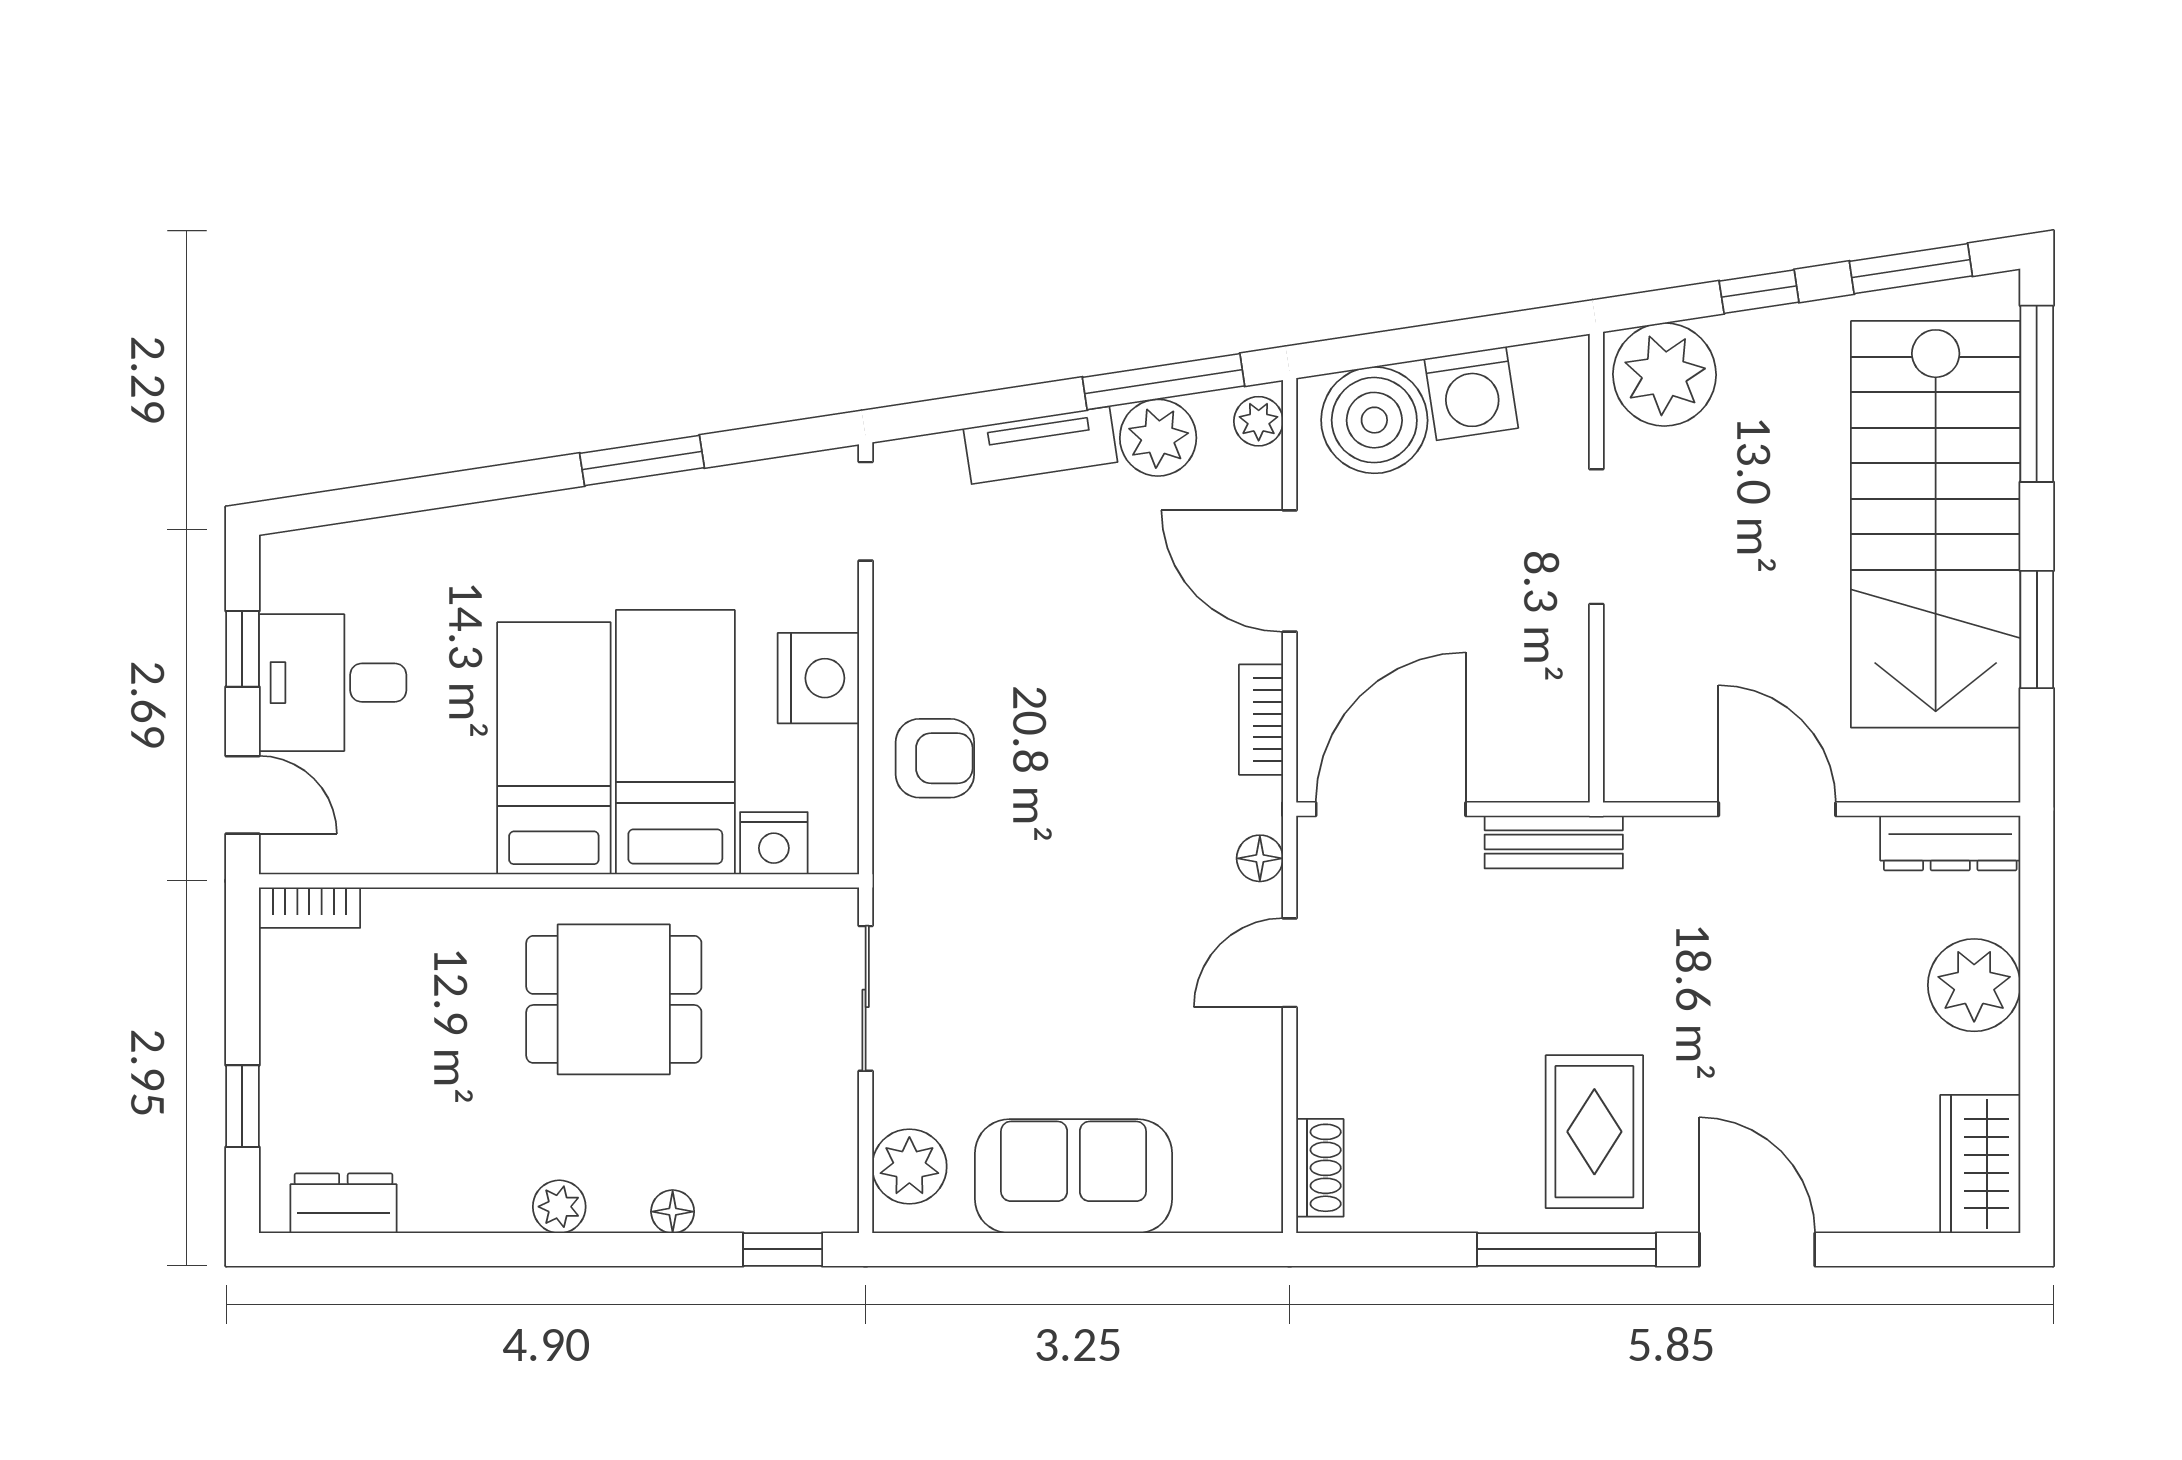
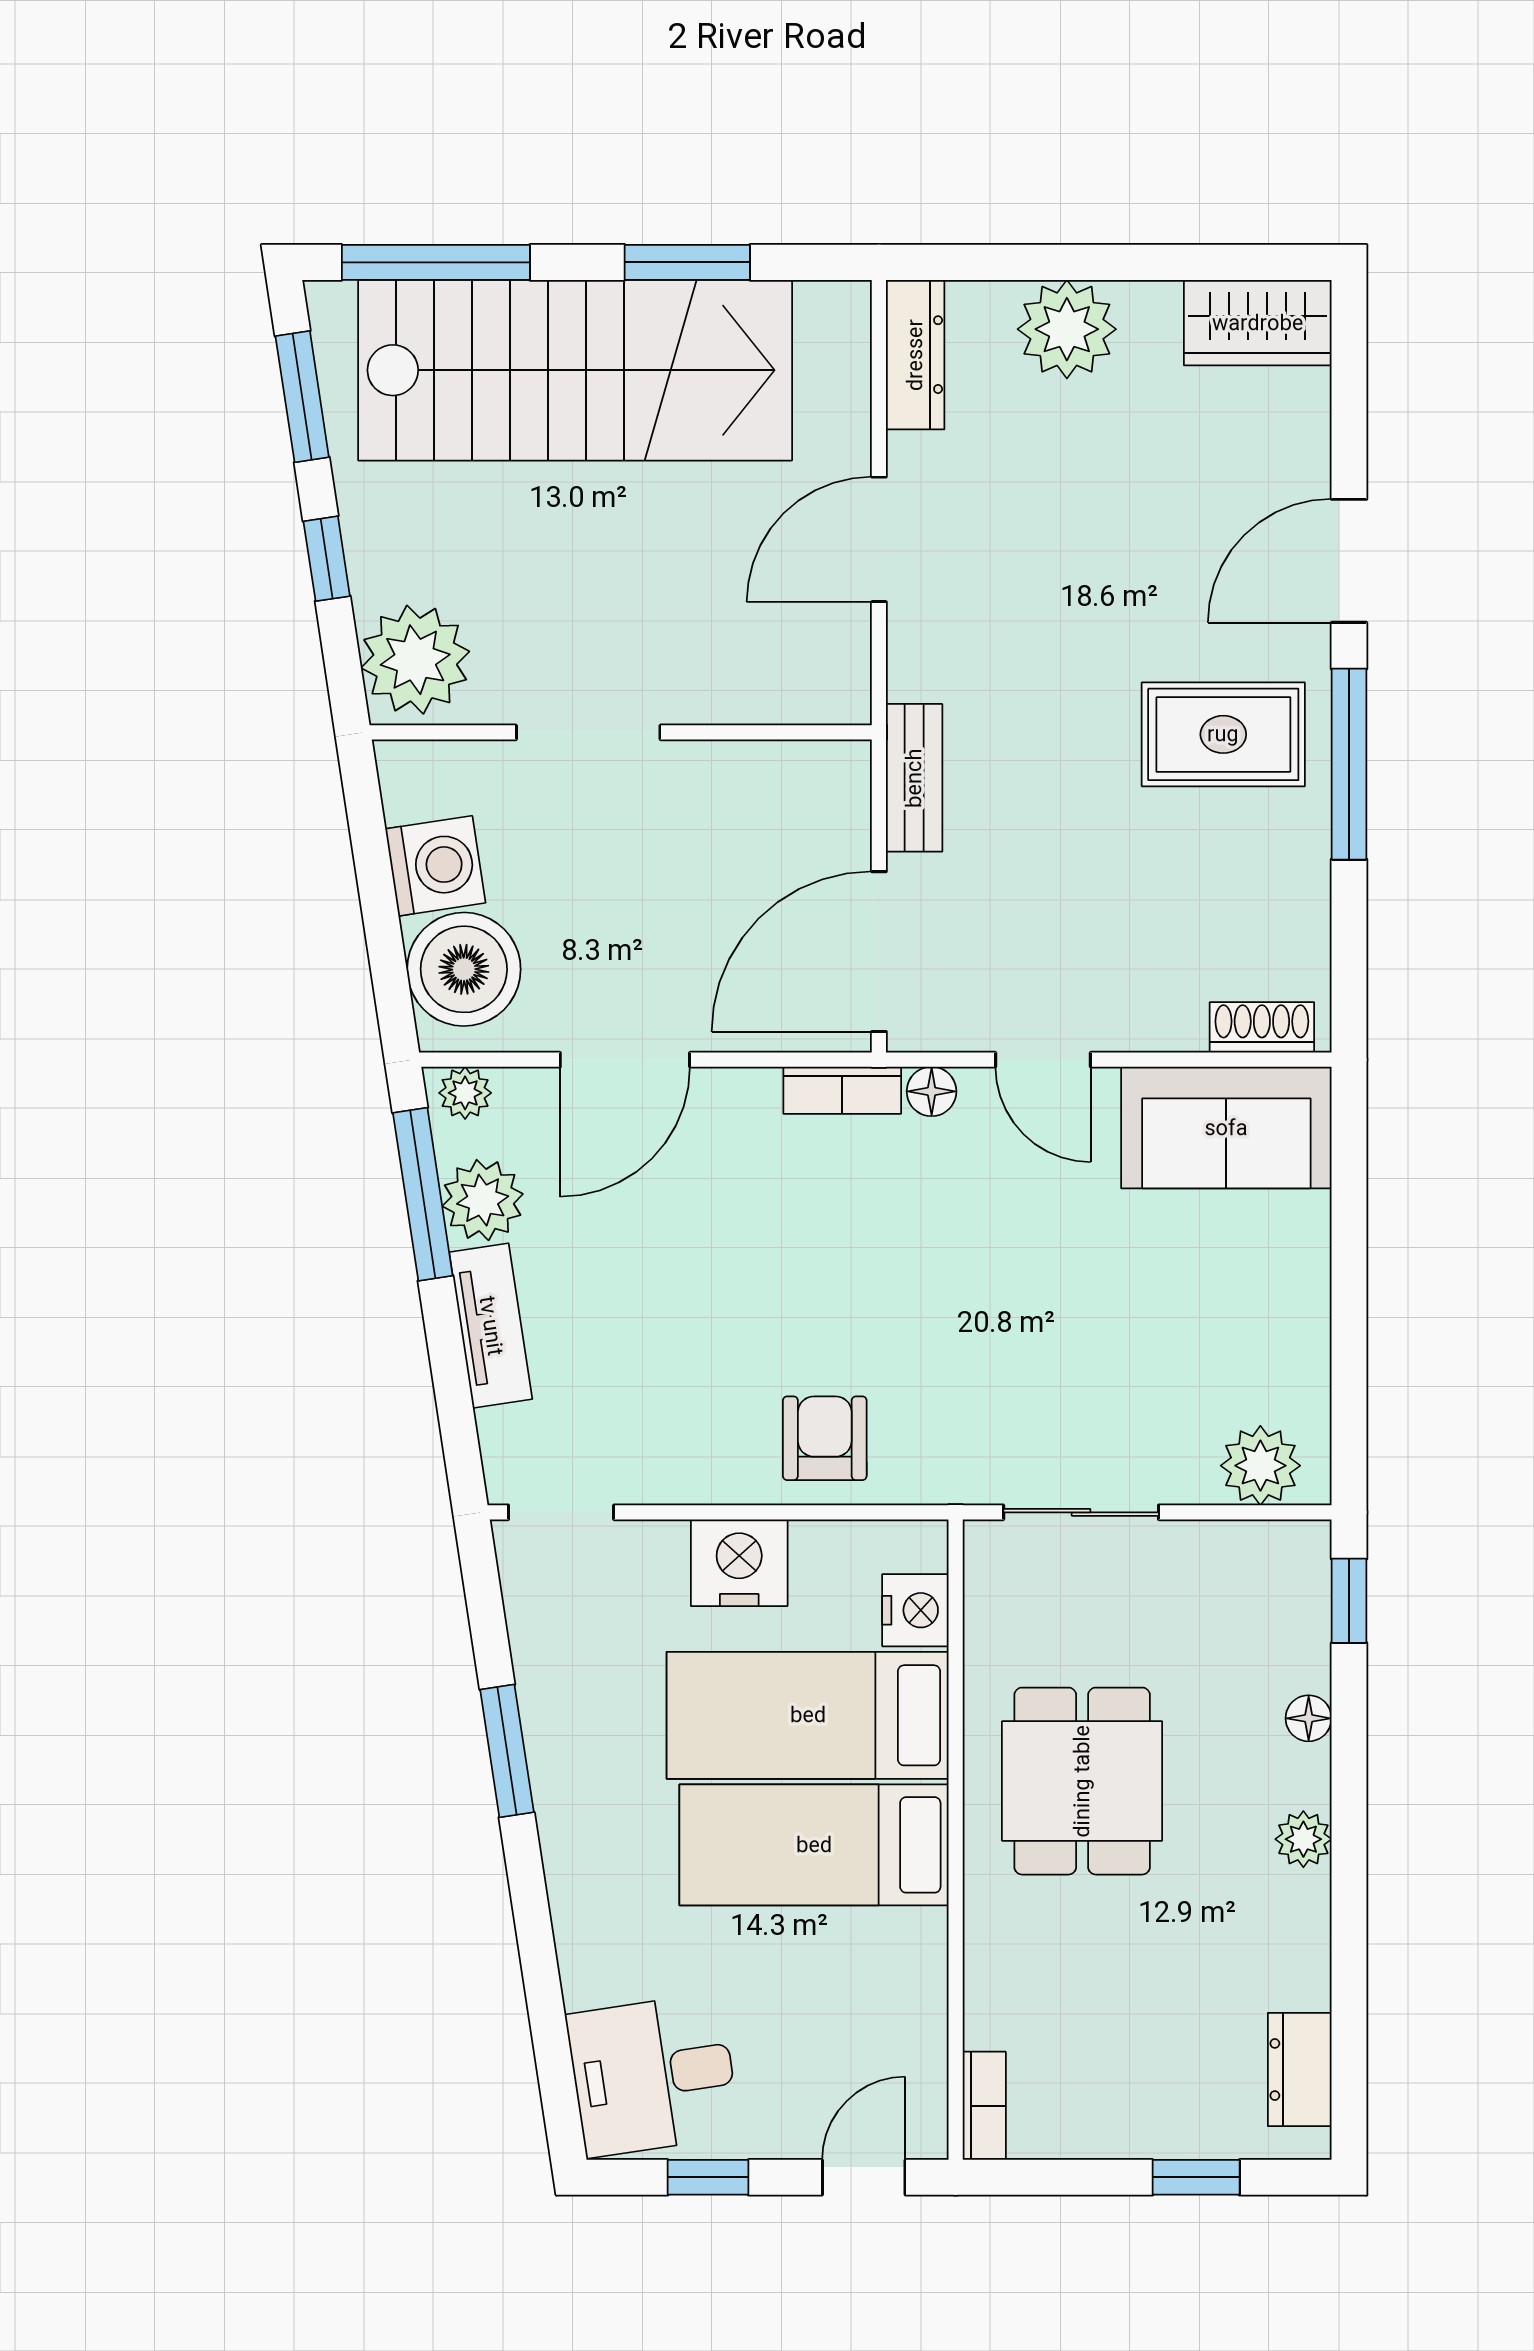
desk: (333, 683) -> (653, 2075), moved, turned 81
bookcase: (1261, 720) -> (842, 1090), moved
door: (1391, 809) -> (879, 952), hinge flipped
sofa: (1074, 1176) -> (1226, 1128), moved, turned -90

